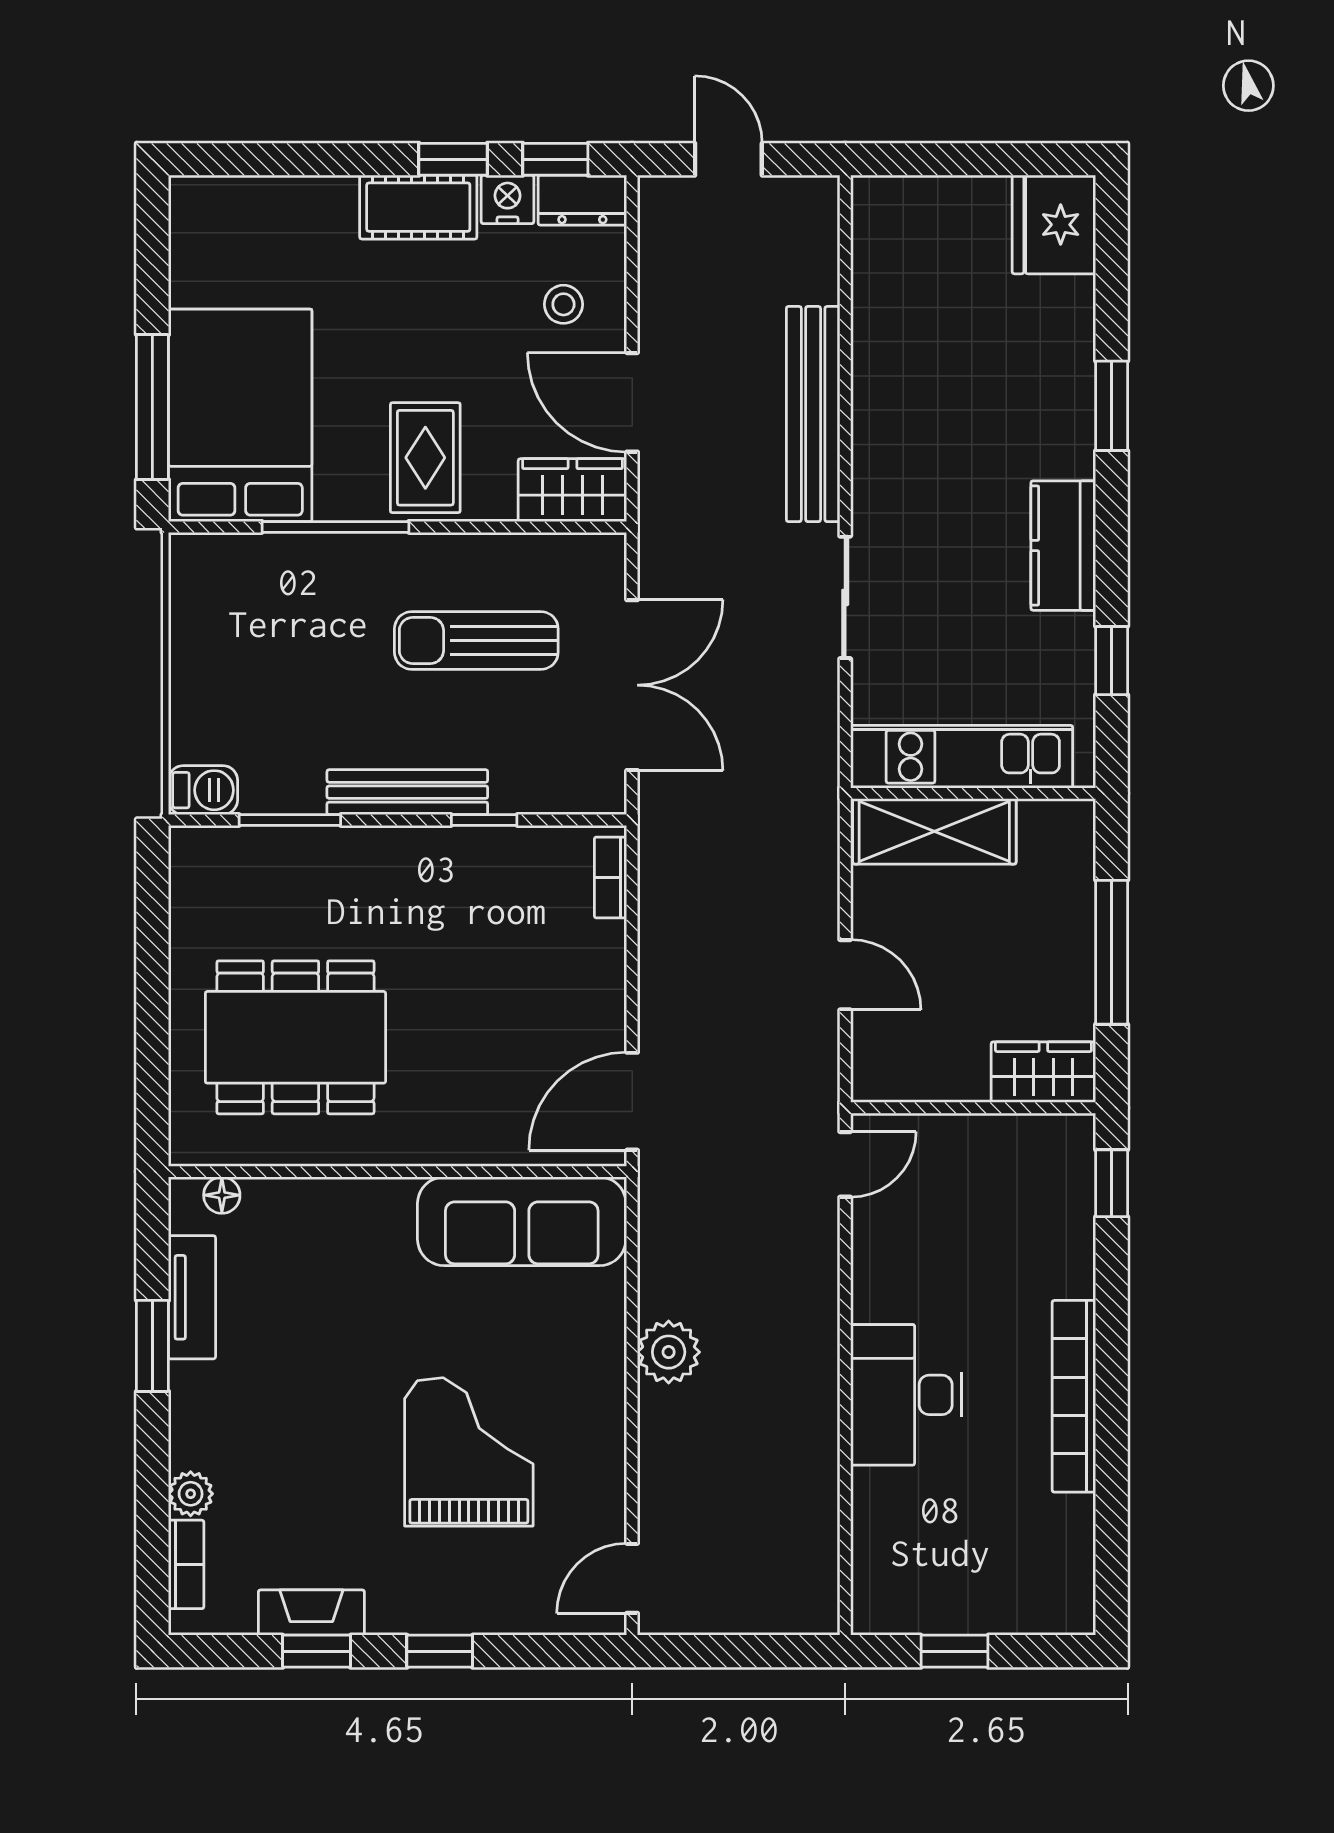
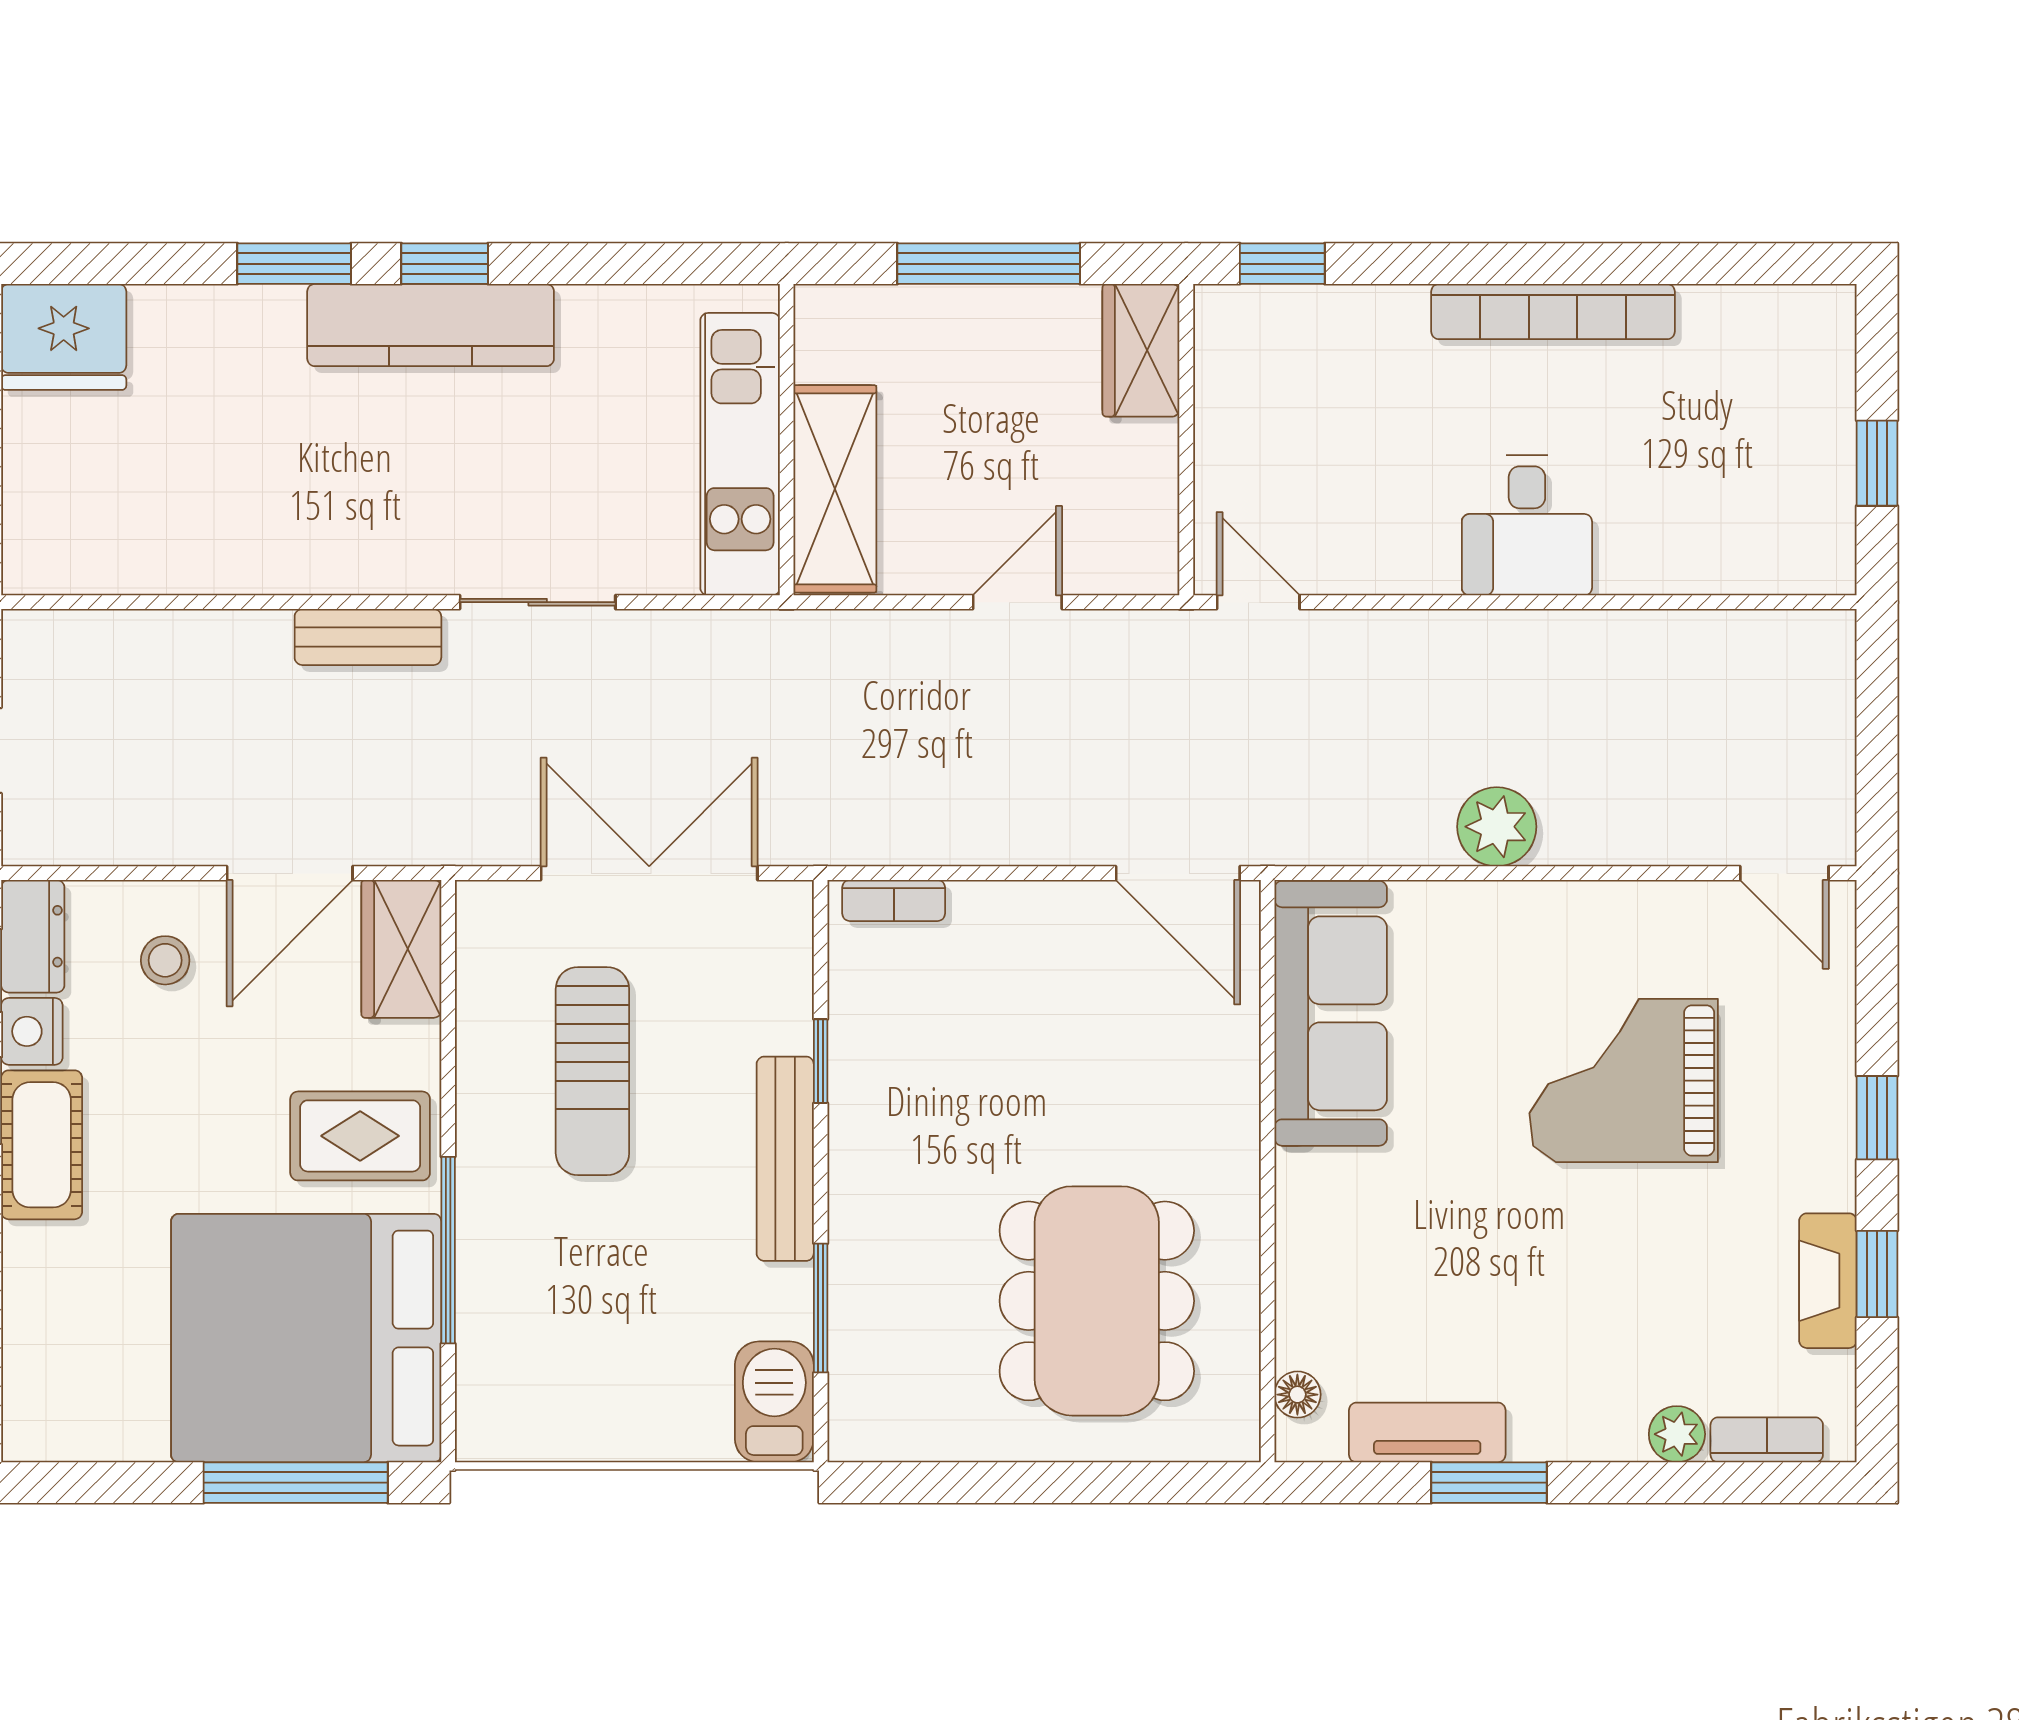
bench: (813, 414) -> (368, 637), width x0.54, depth x0.82
bed: (240, 415) -> (306, 1338), width x1.36
kitchen counter: (1063, 546) -> (431, 325), width x1.50
window: (1112, 661) -> (445, 264), moved
barbecue: (203, 790) -> (774, 1402), width x1.38, depth x1.27
desk: (906, 1395) -> (1527, 525), width x0.73

